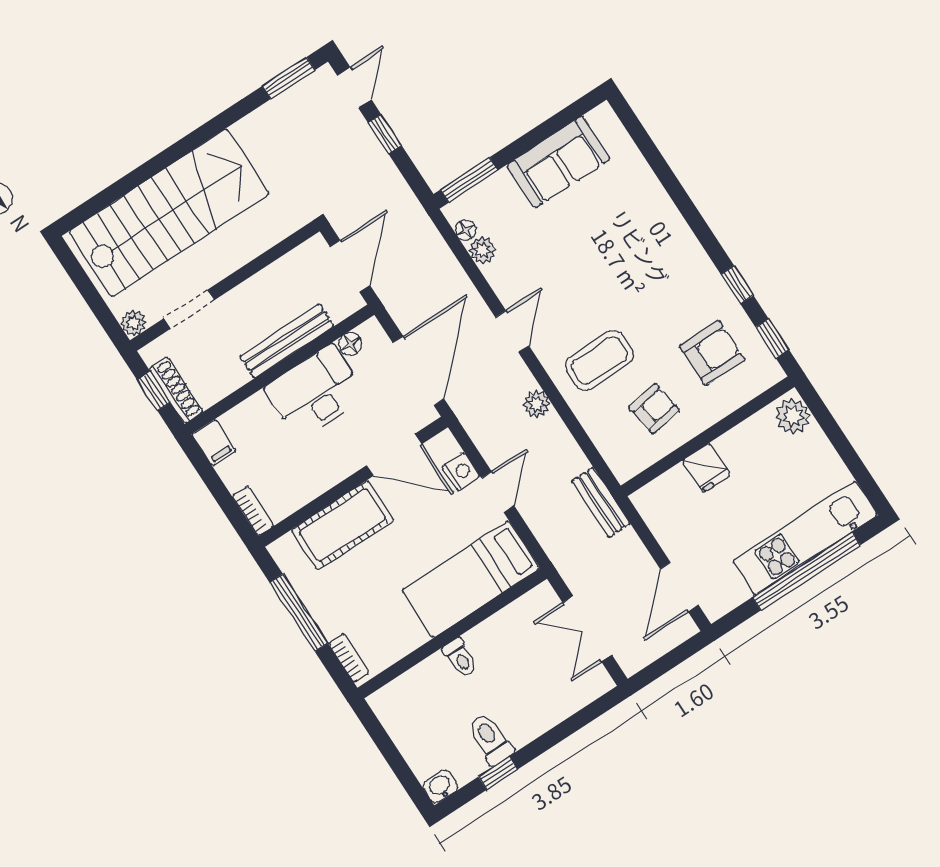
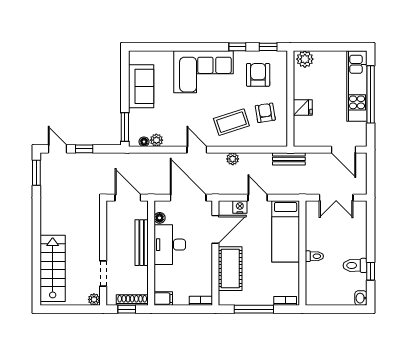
stairs: (169, 213) -> (53, 268), width x0.73, depth x0.66
corner sofa: (655, 254) -> (203, 72), added
coffee table: (599, 360) -> (231, 122), turned 72

